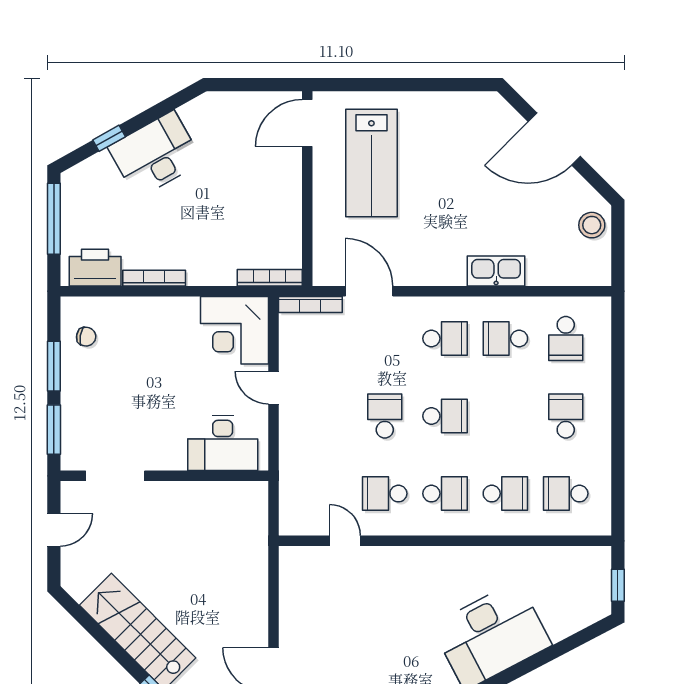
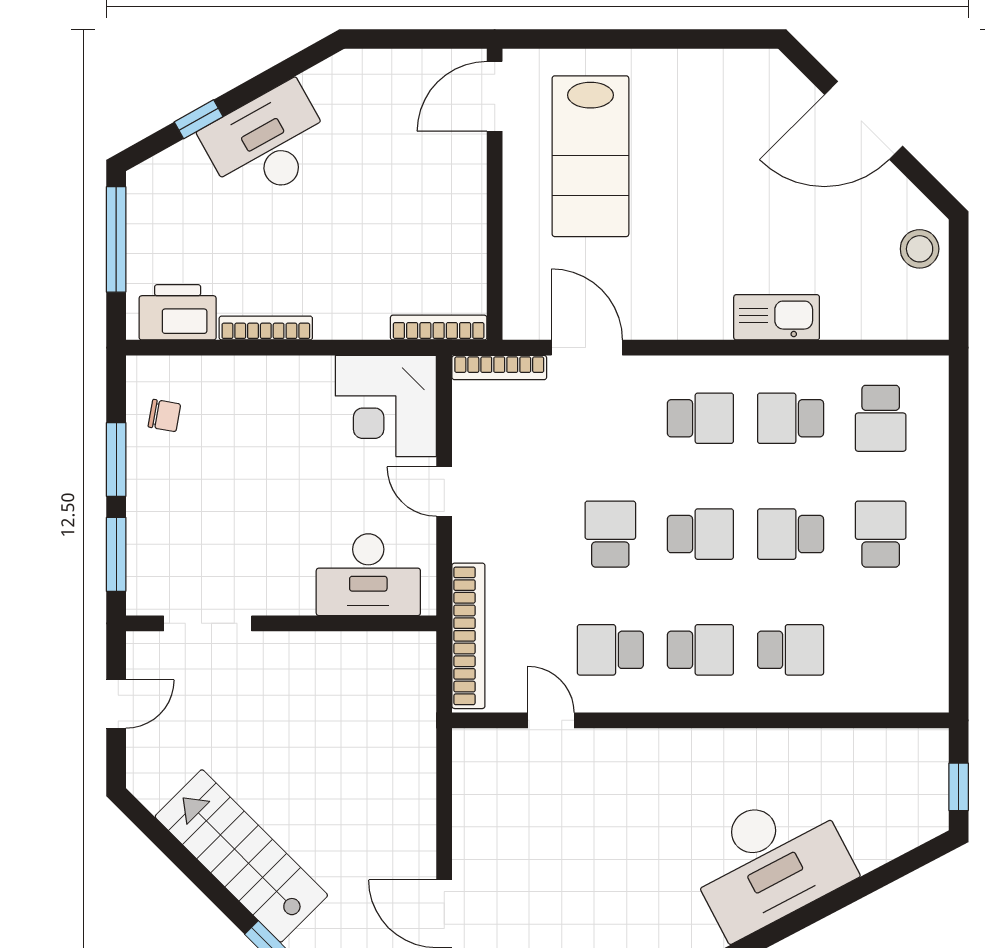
bookcase: (290, 484) -> (468, 636), added
school desk: (566, 494) -> (791, 534), moved

